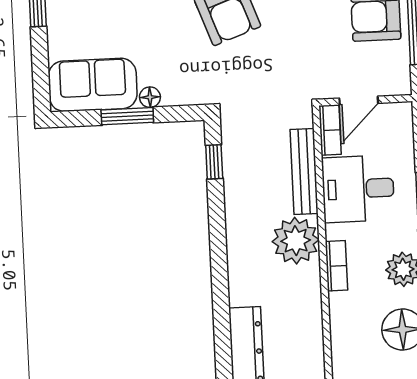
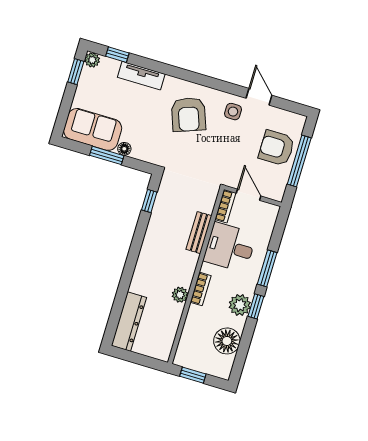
door: (359, 101) -> (249, 195), swing flipped
bench: (304, 171) -> (199, 233), width x0.73
plant: (296, 241) -> (180, 295), moved, width x0.53, depth x0.53

